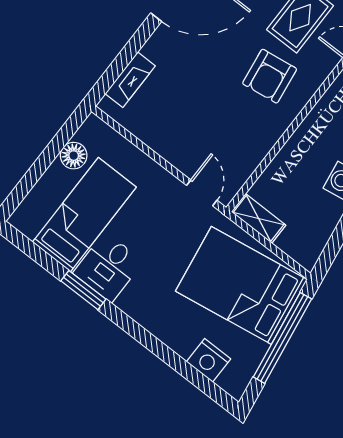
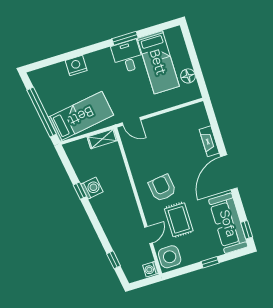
fireplace: (130, 80) -> (209, 141), moved
bed: (241, 285) -> (81, 116), width x0.67
nightstand: (209, 360) -> (76, 66), moved

